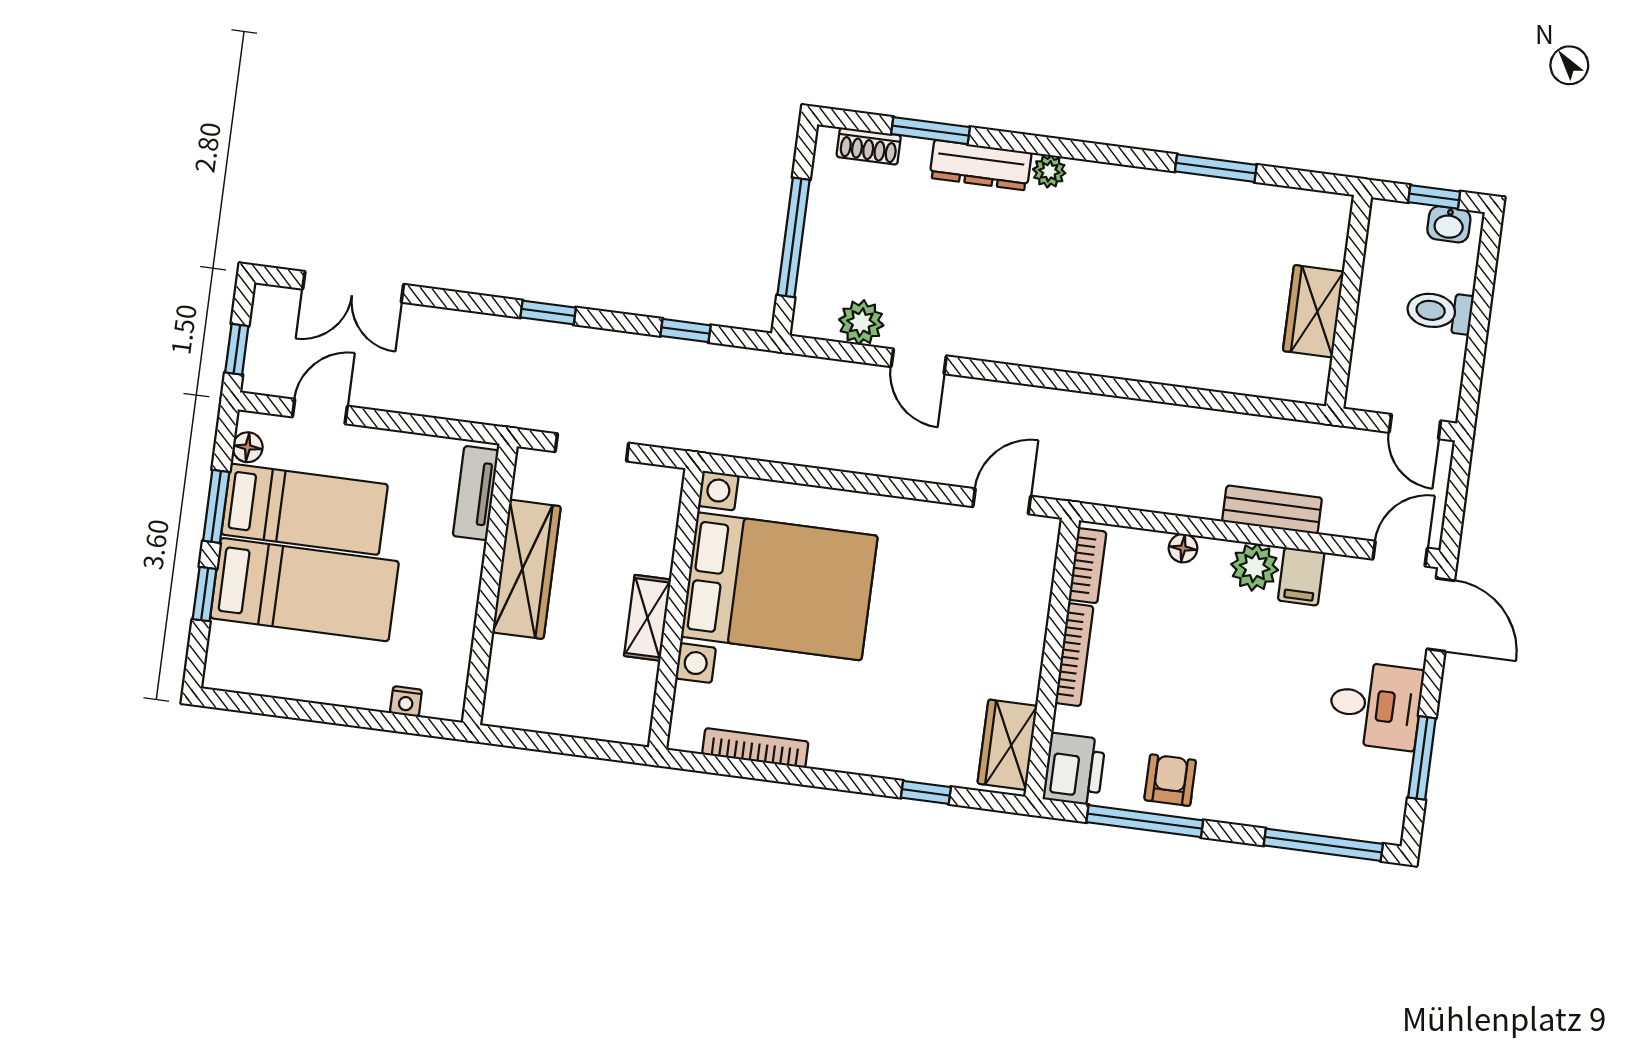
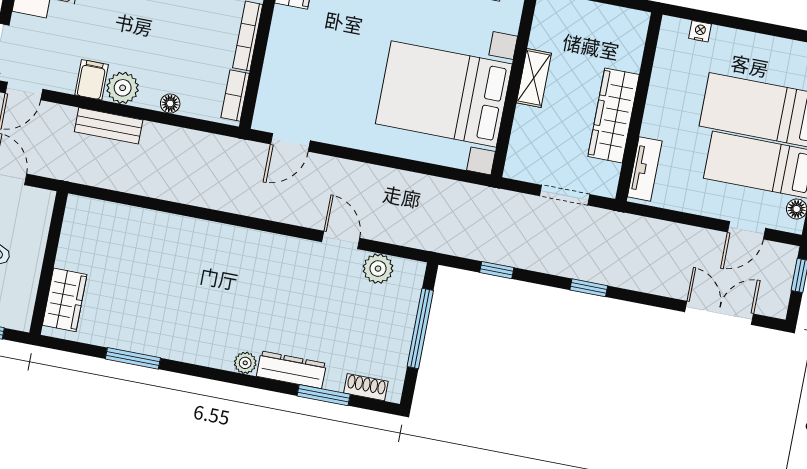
wardrobe: (1313, 311) -> (65, 300), moved

